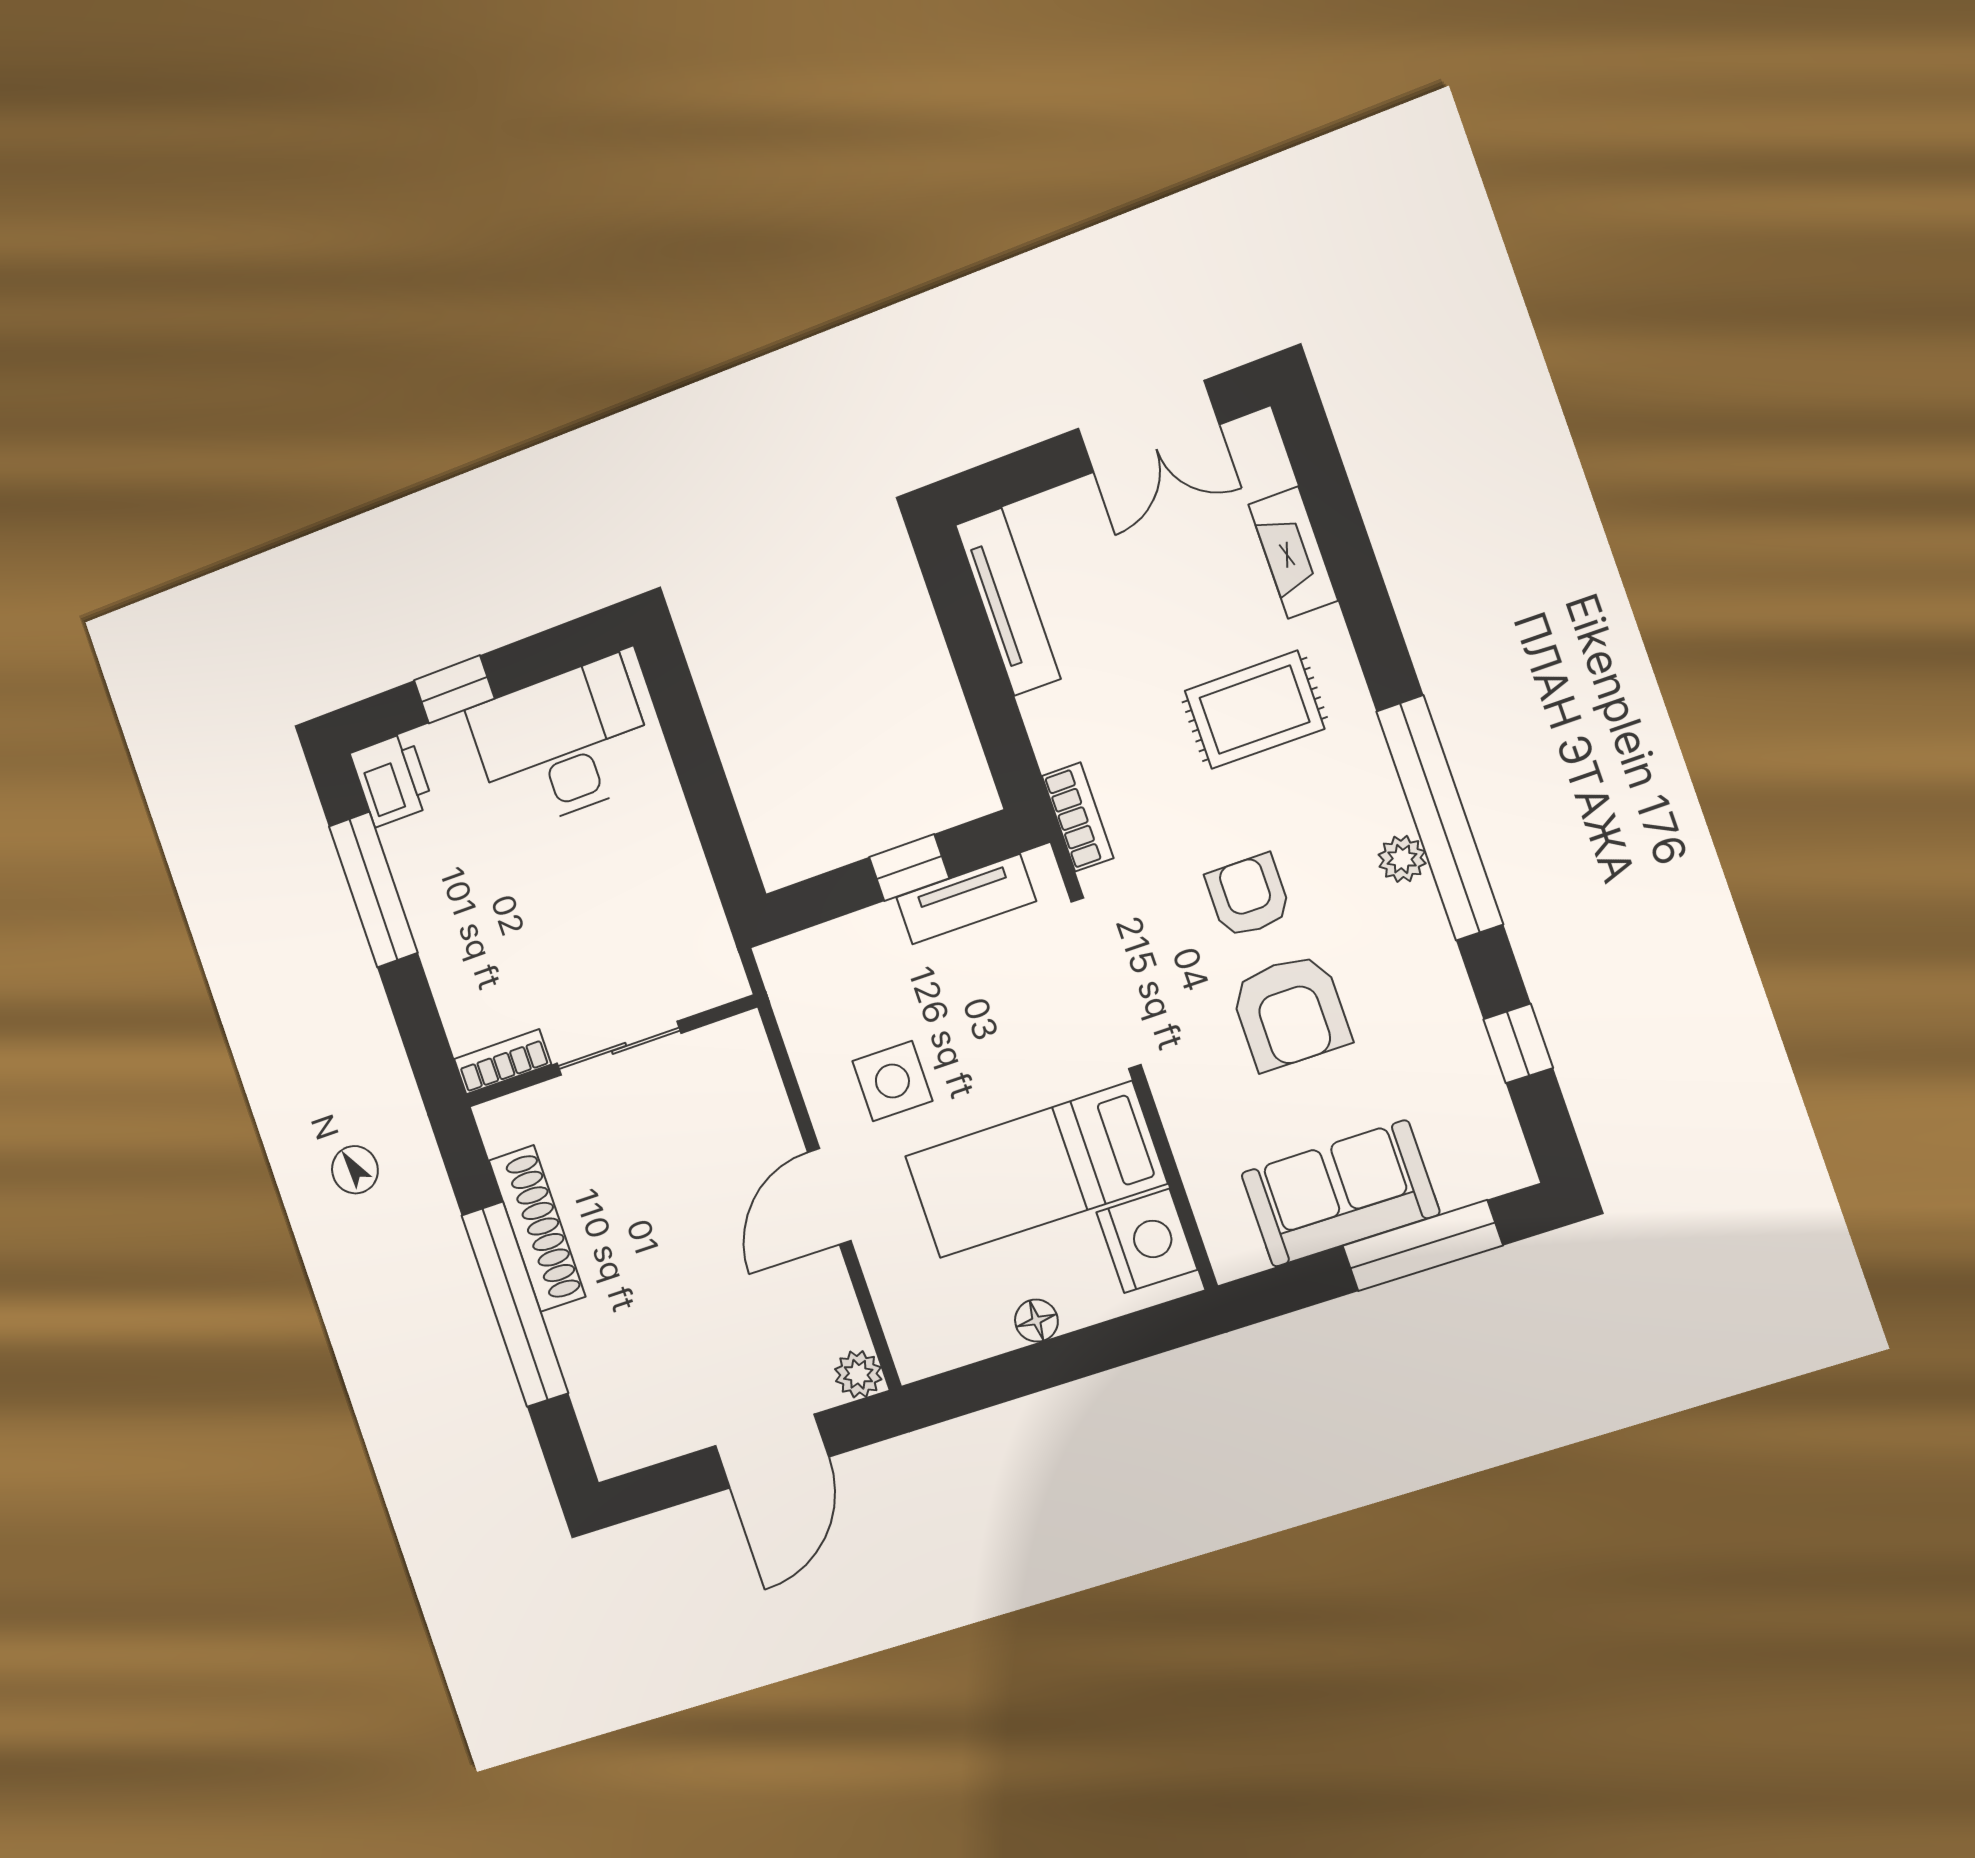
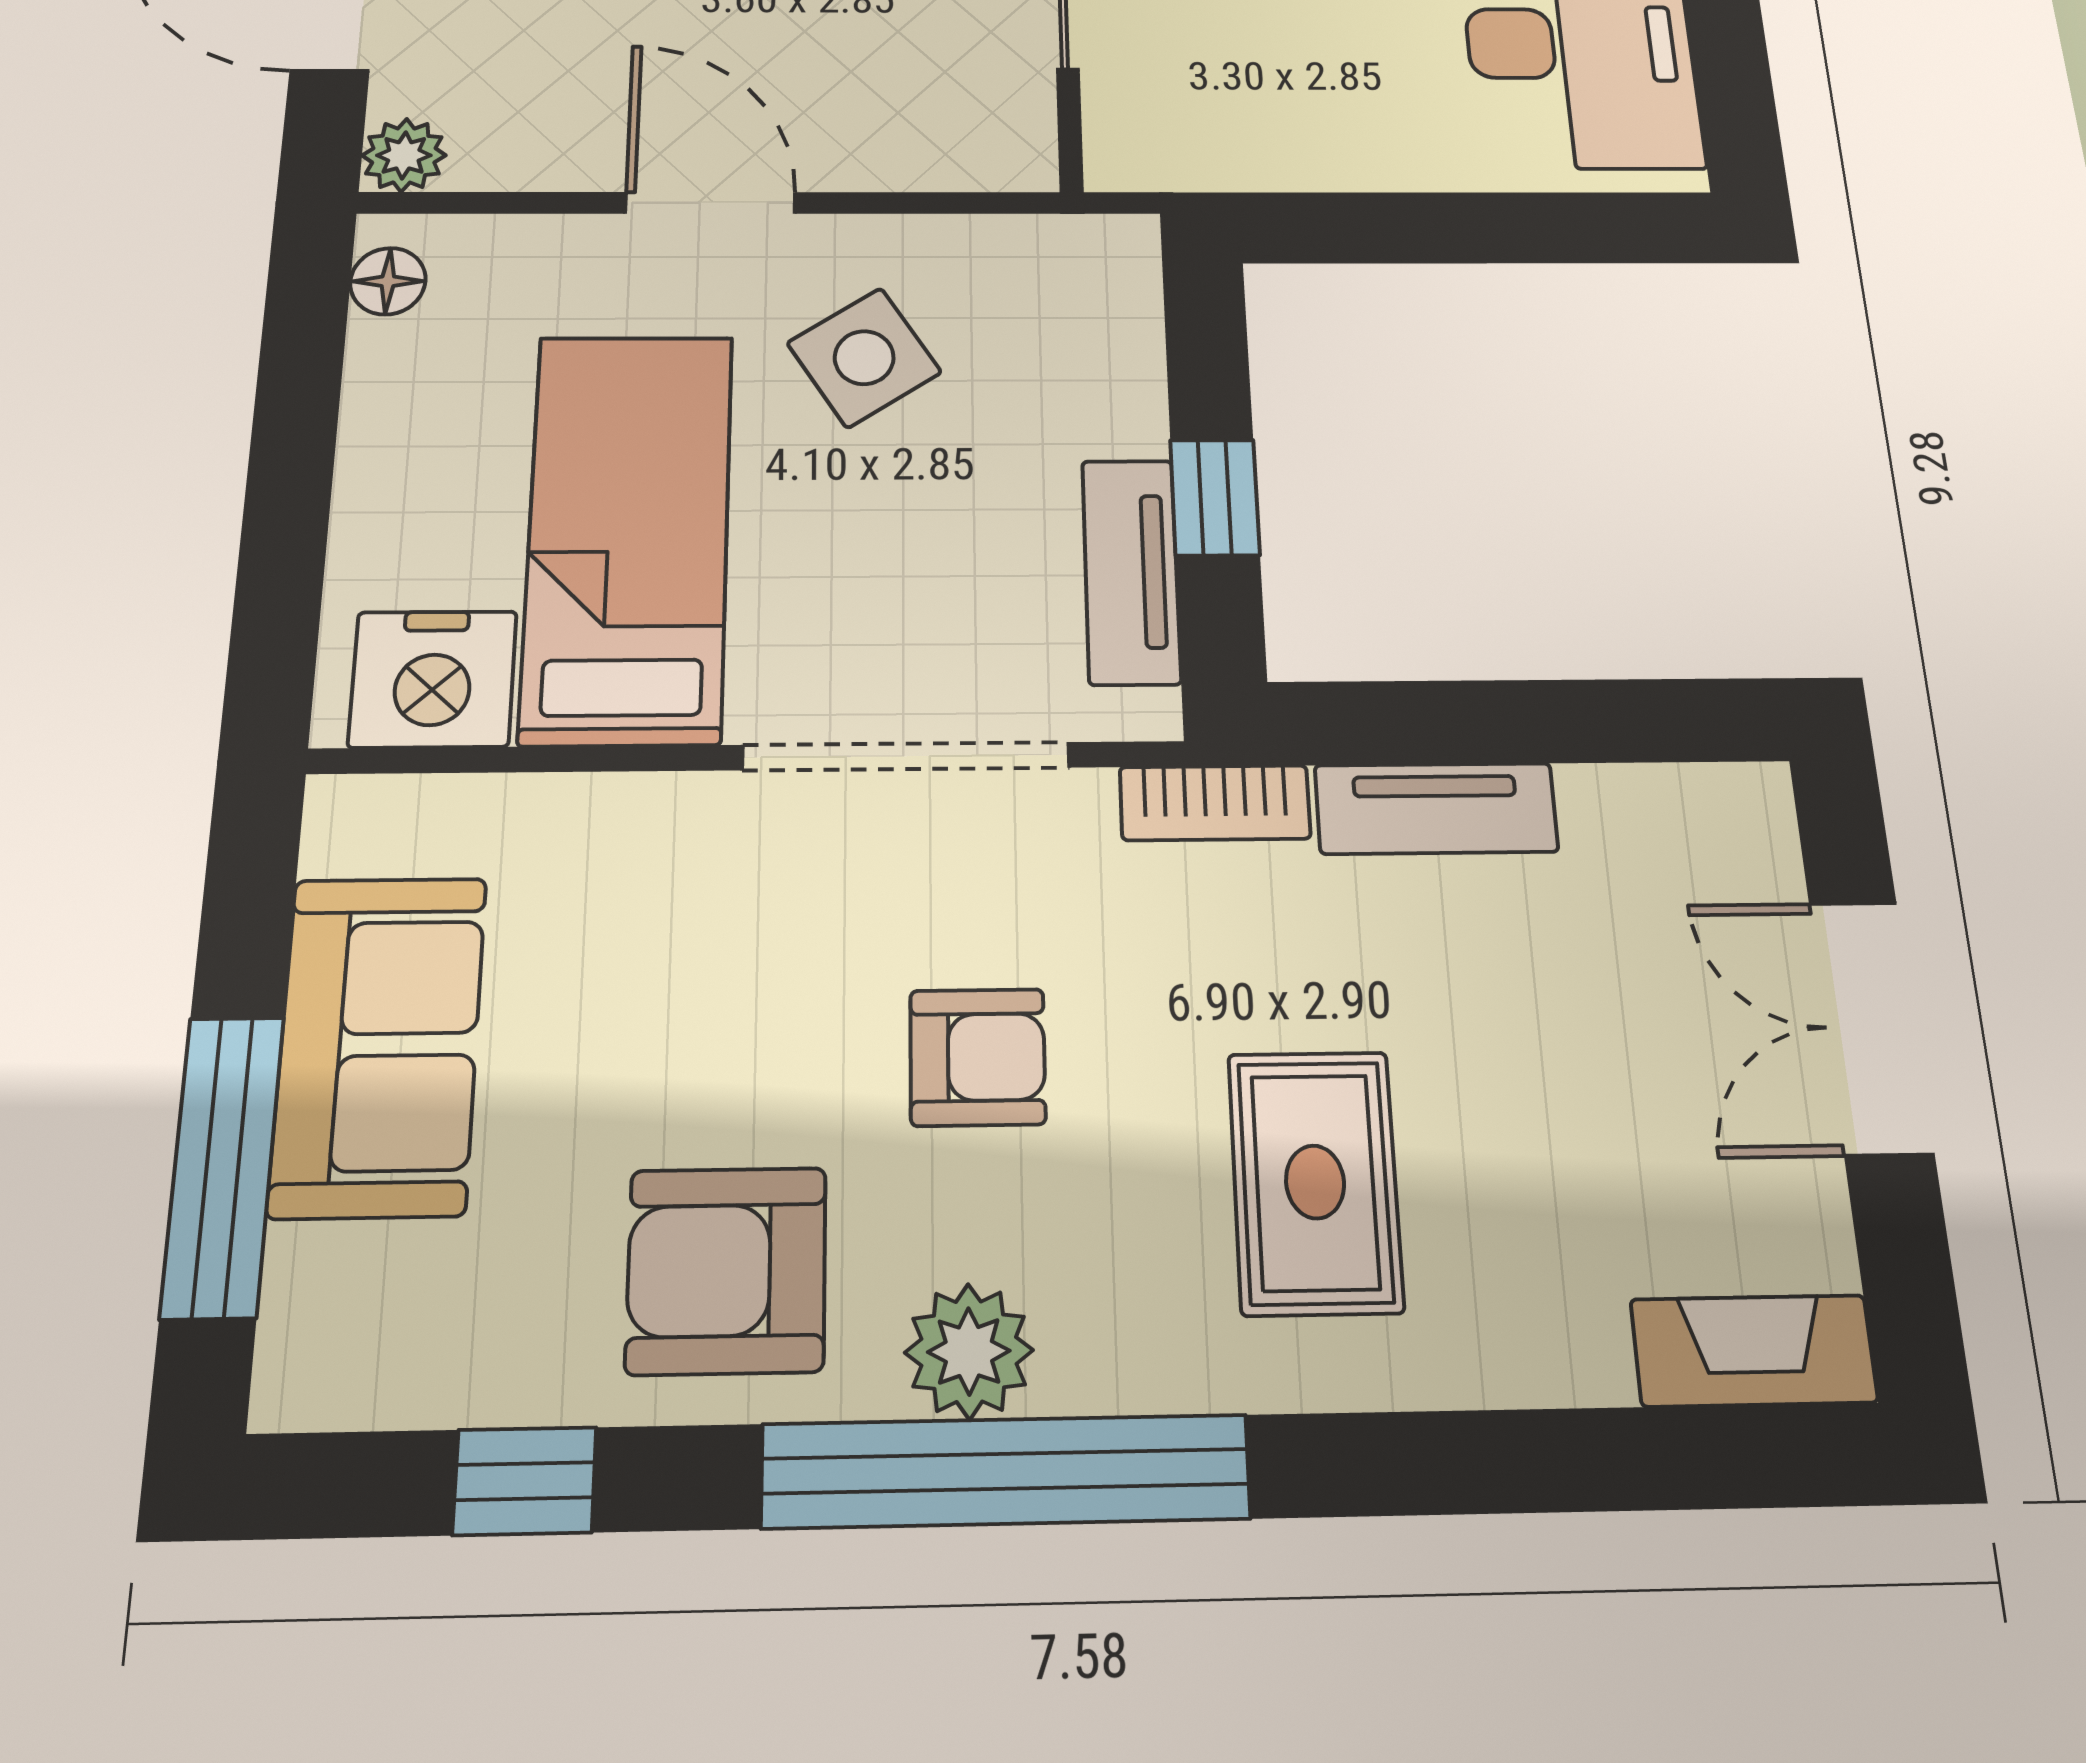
double door: (1149, 427) -> (1871, 1027), moved
fireplace: (1293, 553) -> (1754, 1351), moved
tv unit: (1008, 602) -> (1436, 808), moved, width x0.71
plant: (1402, 859) -> (969, 1351), width x1.38, depth x1.38
armchair: (1290, 1012) -> (726, 1270), moved
side table: (892, 1081) -> (864, 358), turned -33
floor lamp: (1036, 1321) -> (388, 281), moved

